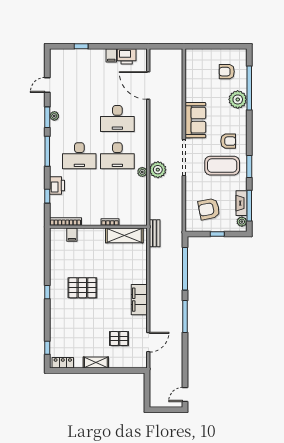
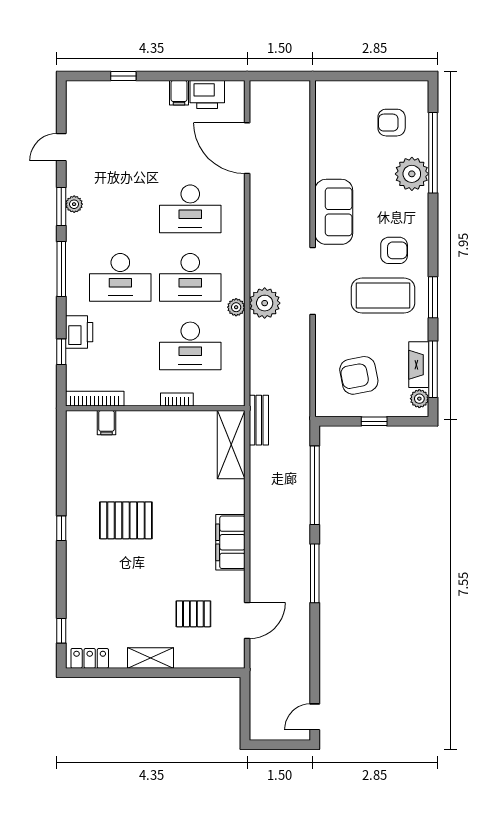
desk: (117, 193) -> (190, 346), added
shelving: (124, 235) -> (231, 445), moved, turned 90

